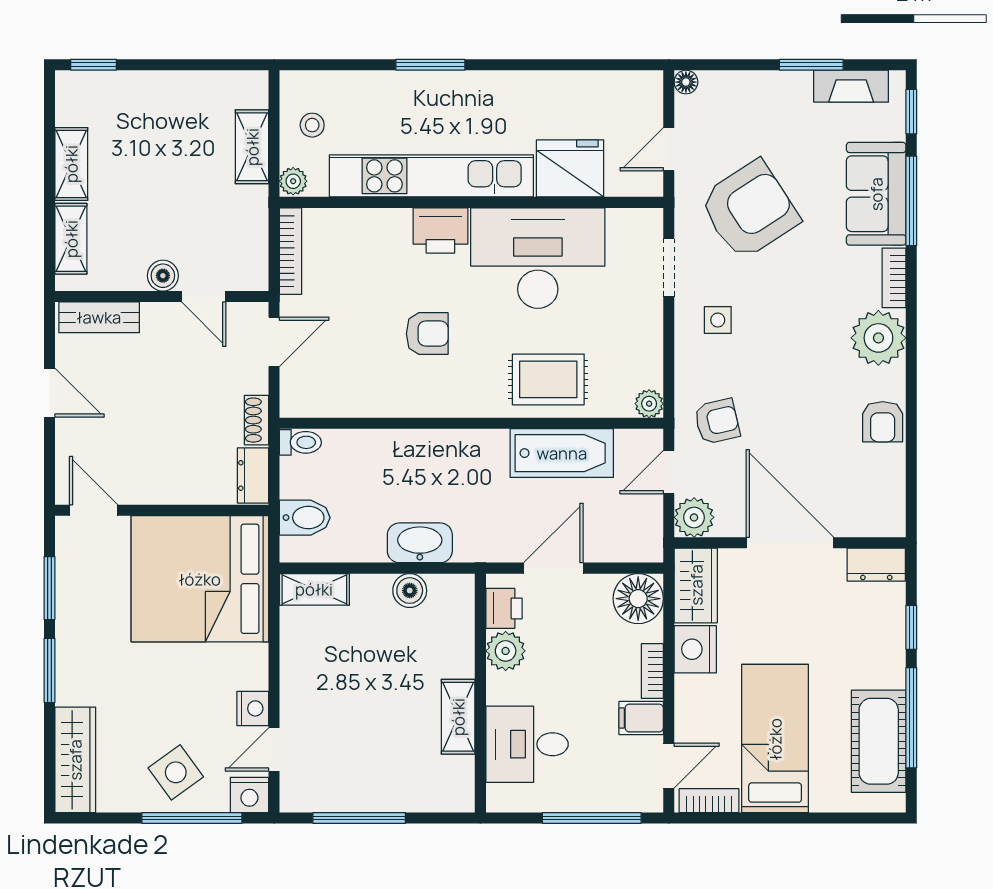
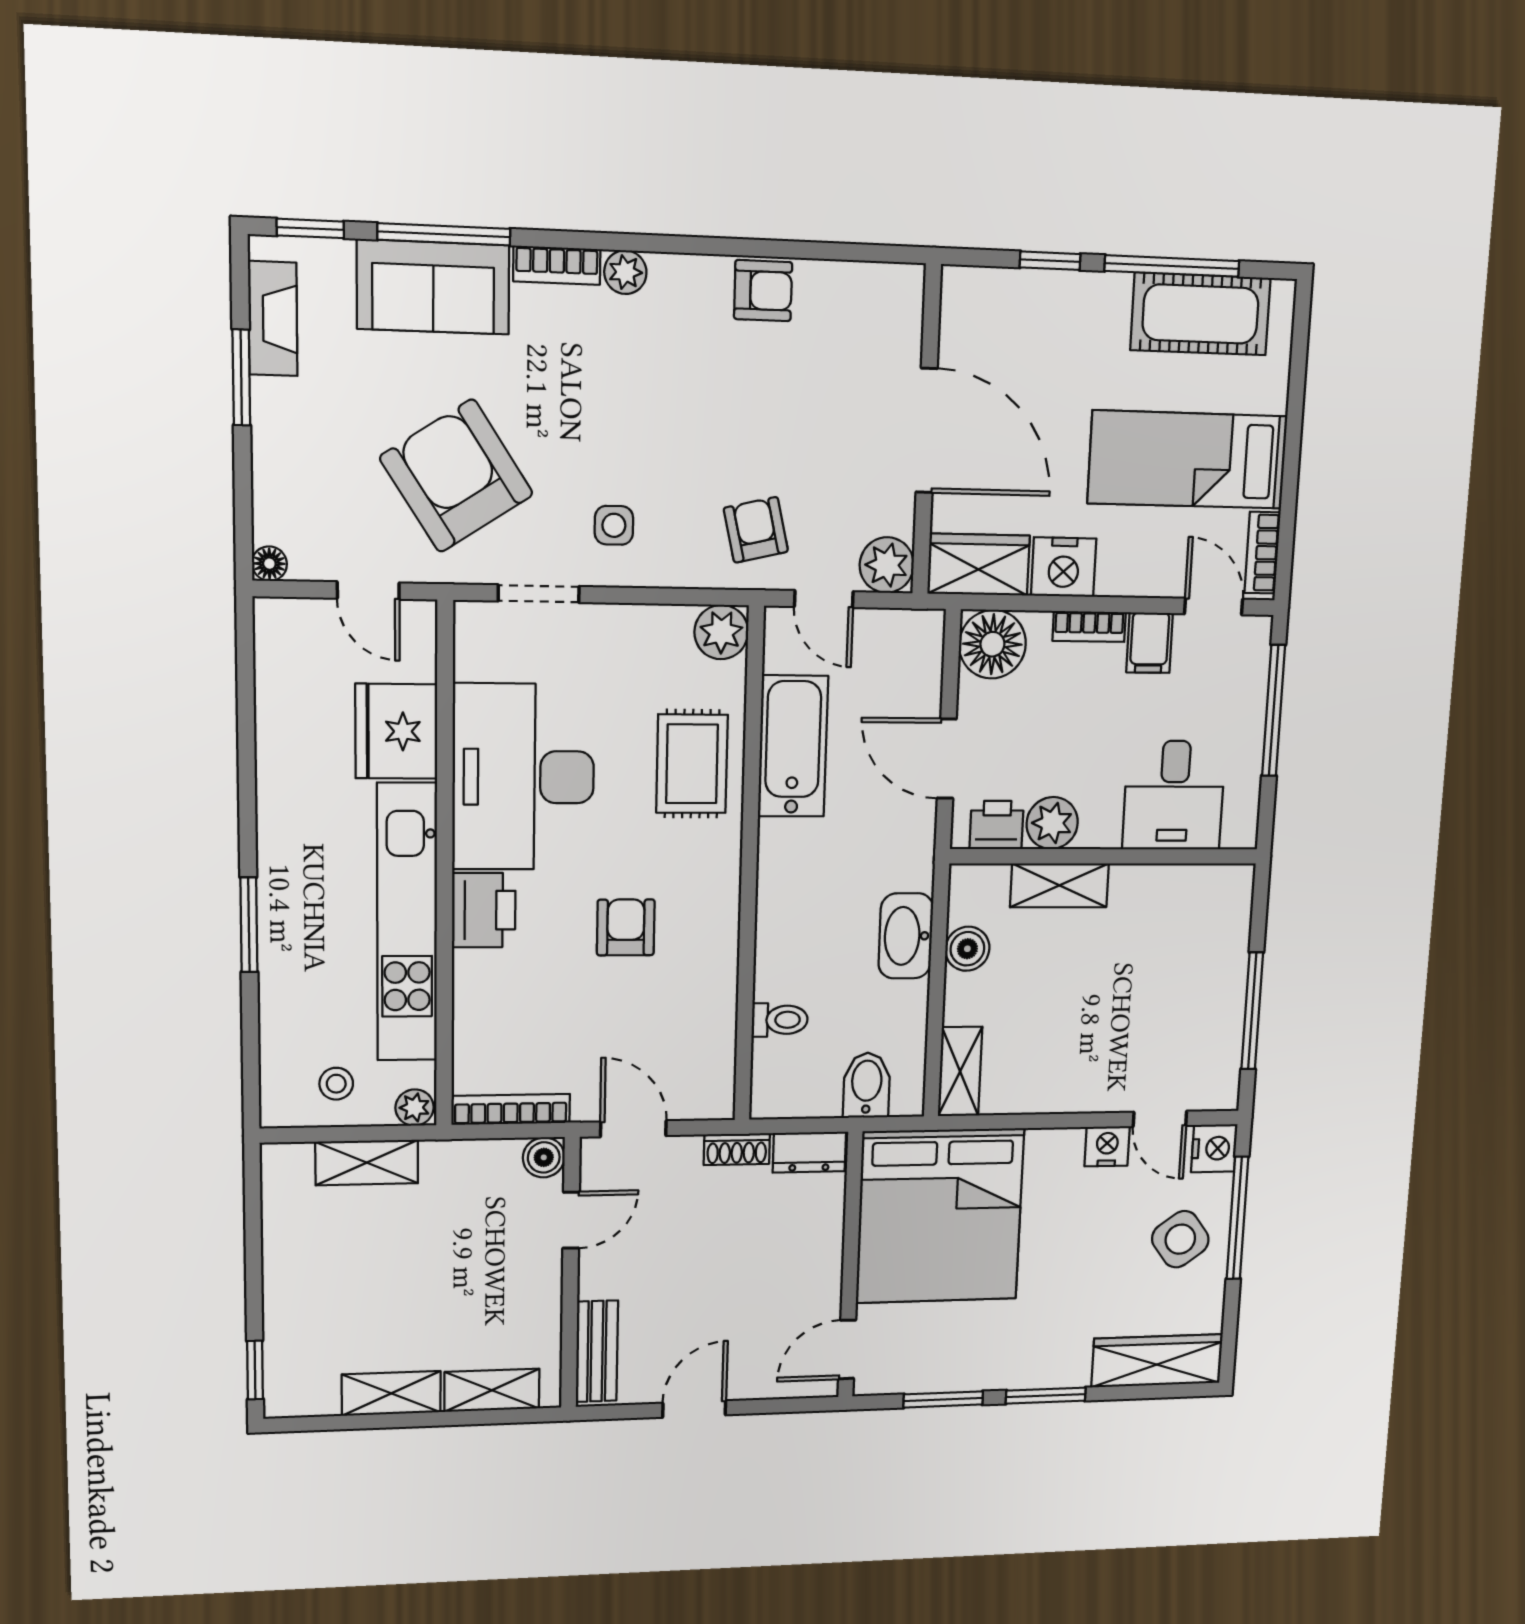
boiler: (163, 276) -> (544, 1157), moved
plant: (878, 338) -> (625, 272), width x0.53, depth x0.53
plant: (649, 404) -> (721, 632), width x1.38, depth x1.38
toilet: (300, 442) -> (780, 1020), moved, turned 90
door: (790, 543) -> (927, 431), swing flipped
dresser: (876, 565) -> (962, 308), removed
shelving: (458, 717) -> (1059, 885), moved

